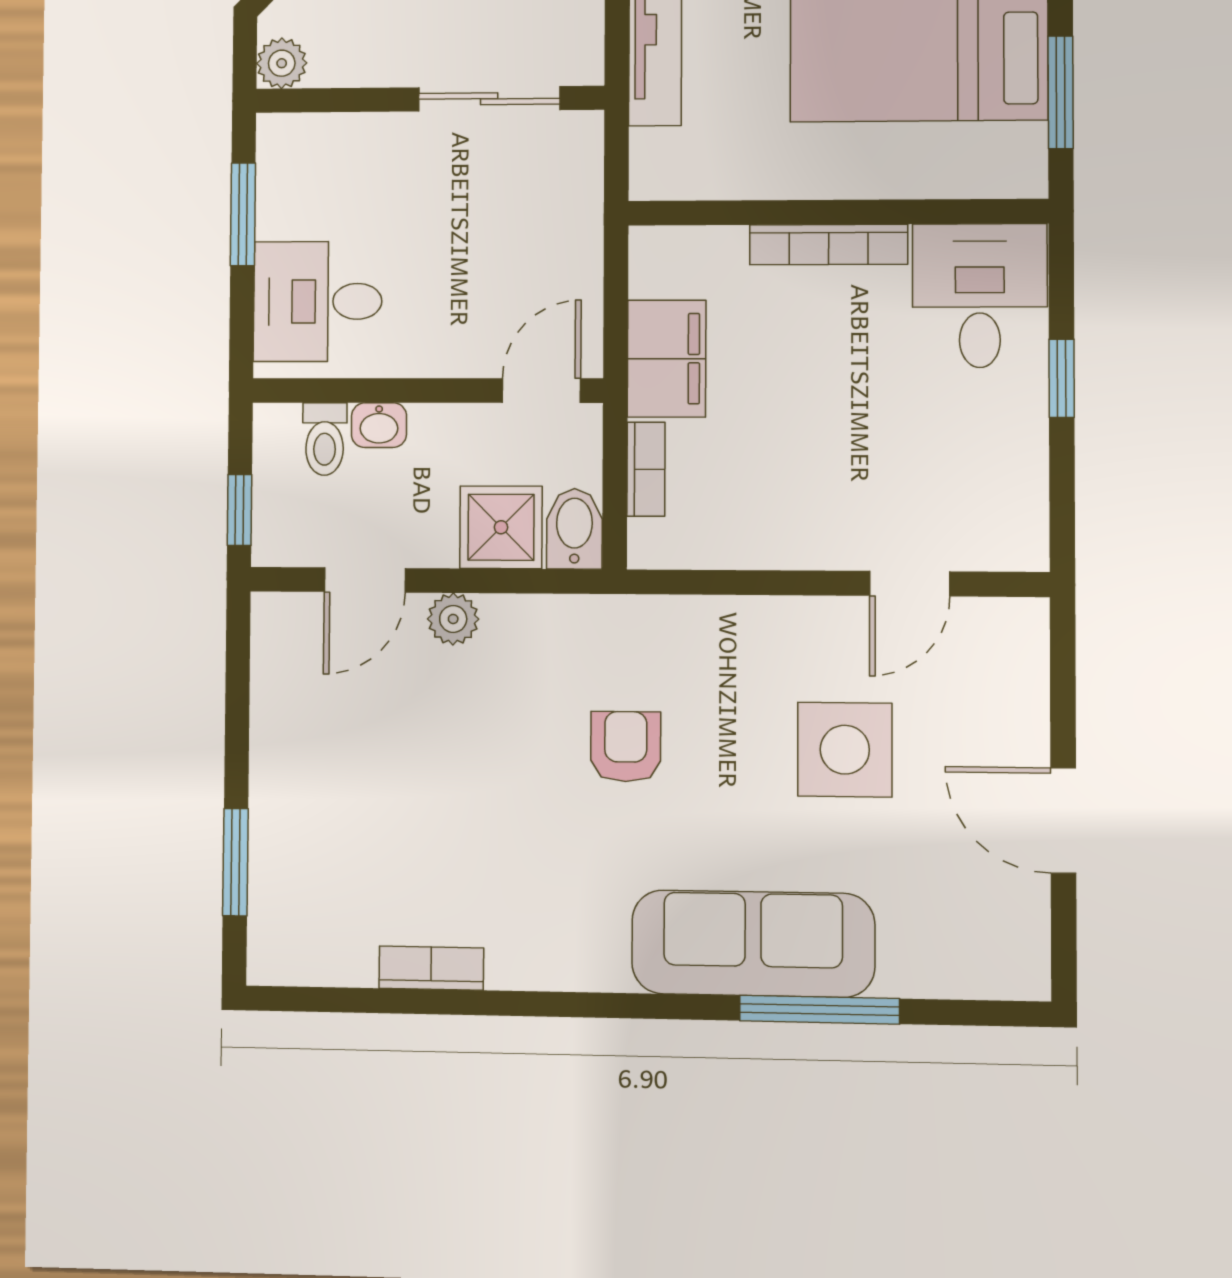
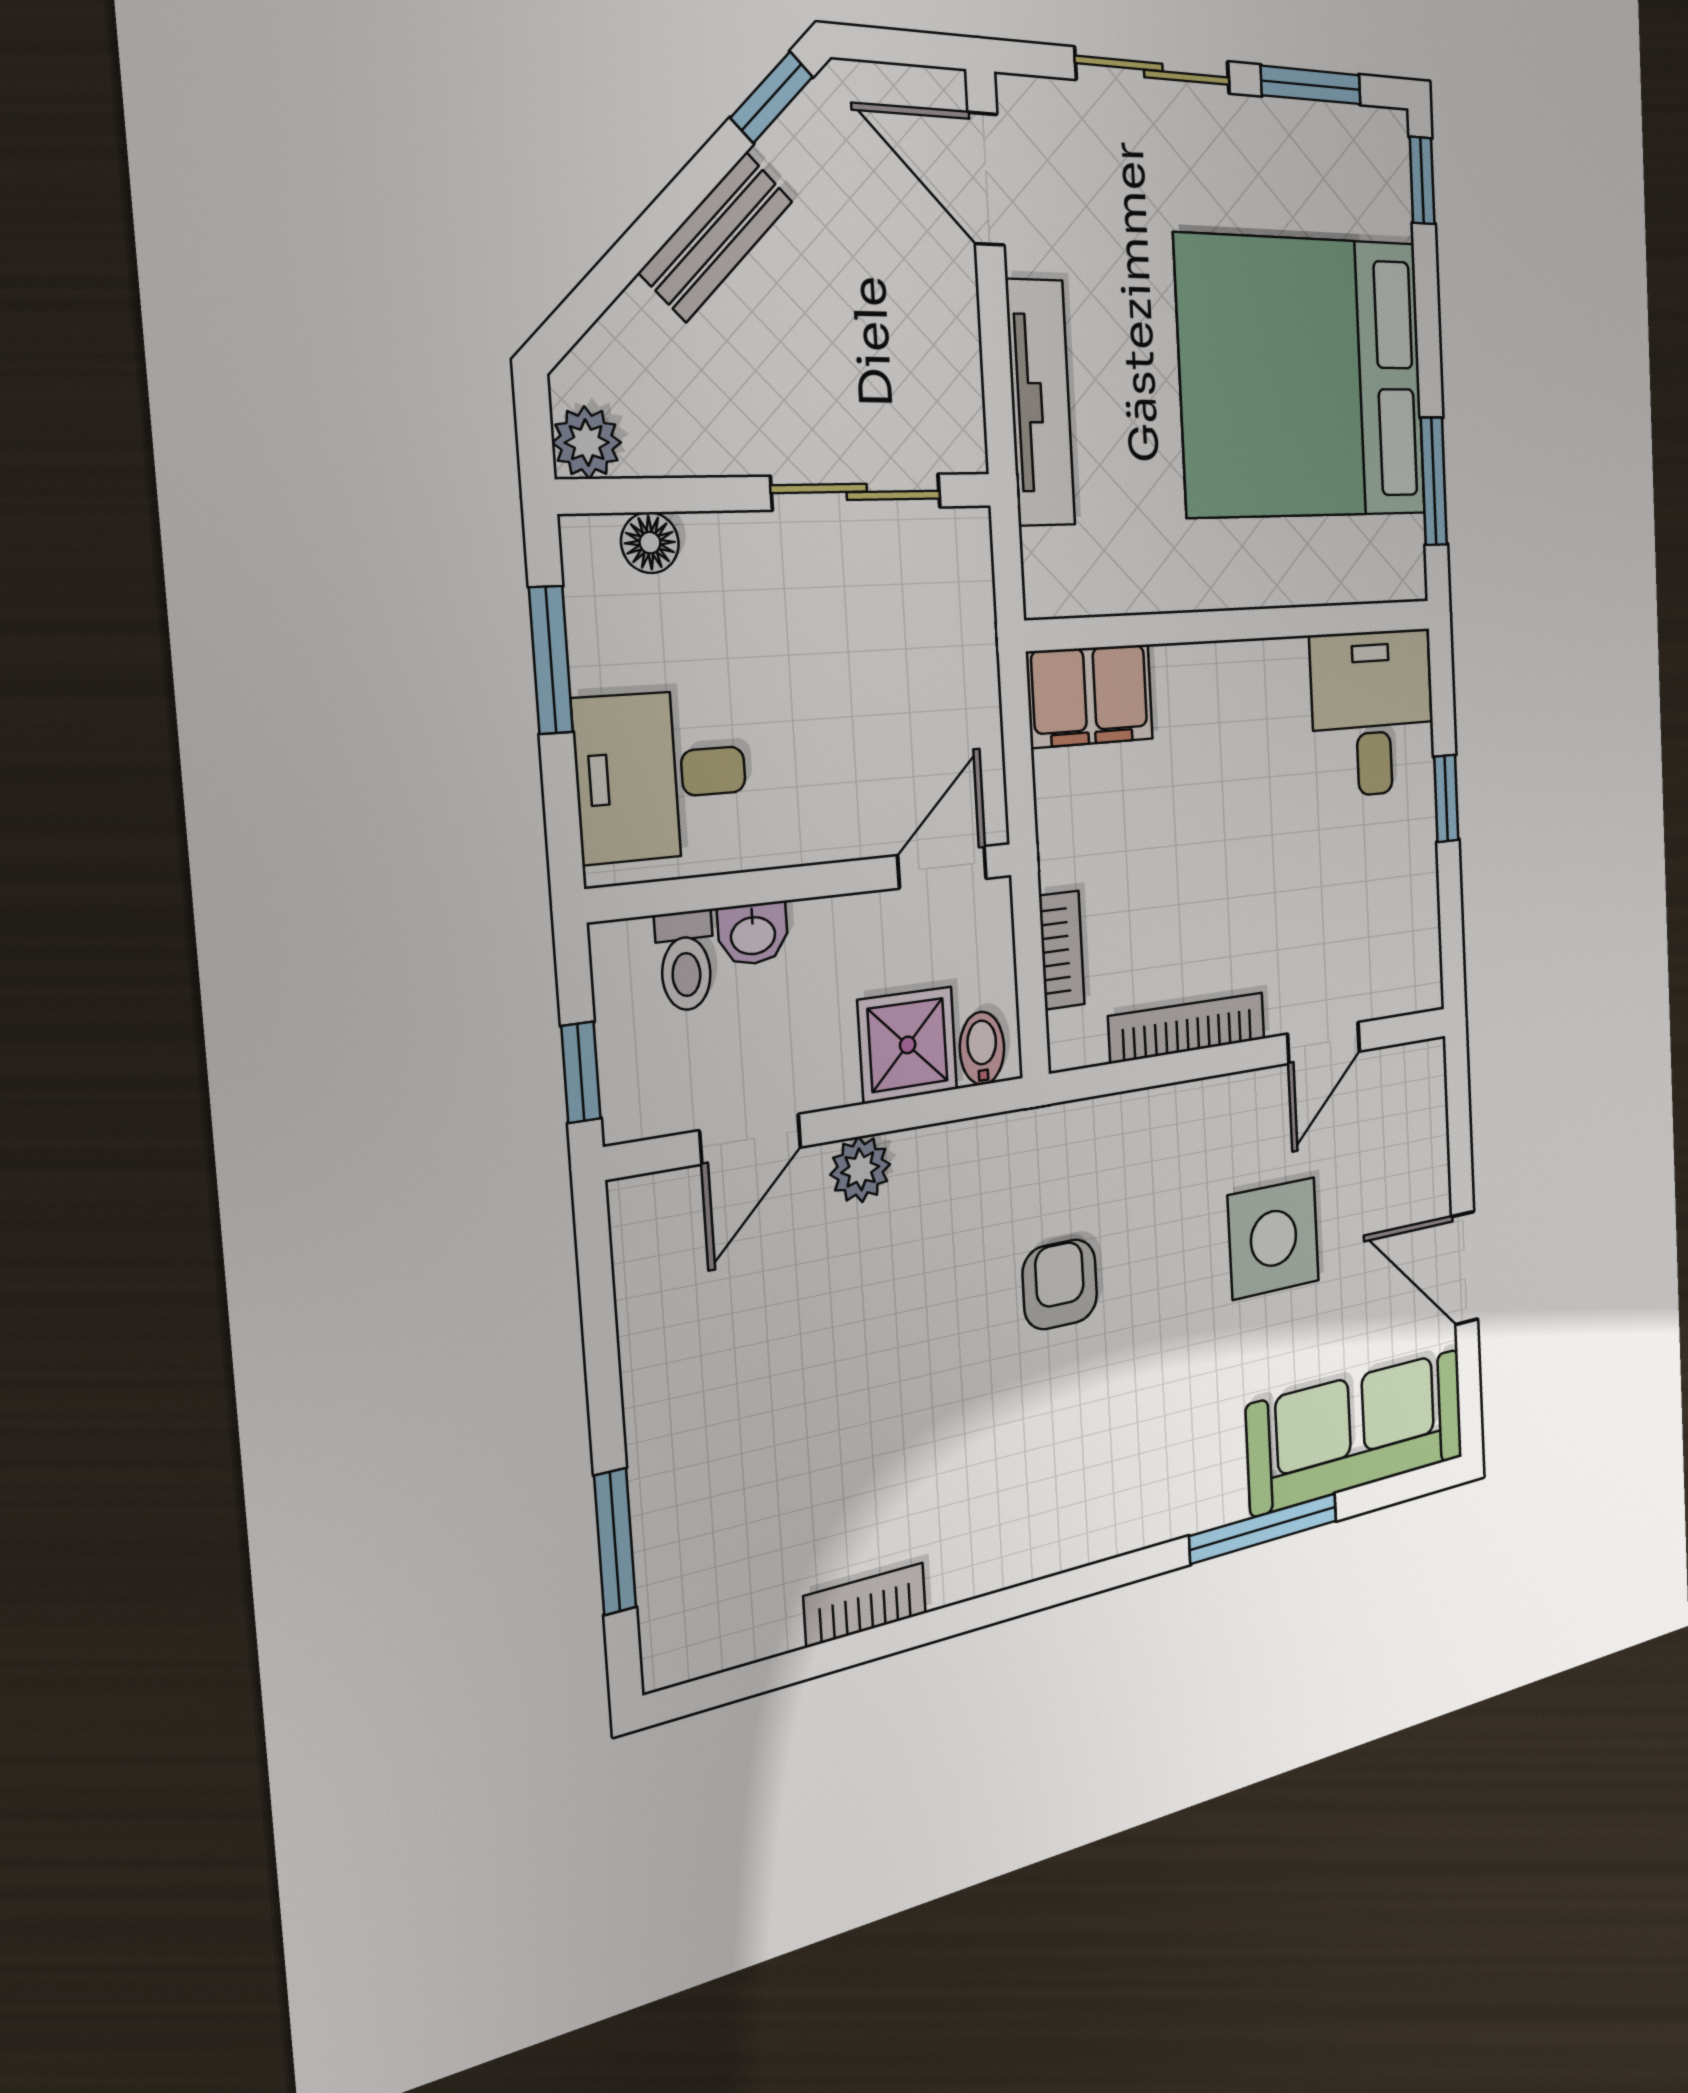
floor lamp: (322, 134) -> (650, 543), added
bookcase: (829, 245) -> (1187, 1028), moved, turned 180
filing cabinet: (667, 359) -> (1090, 696), moved, turned 90
bidet: (574, 529) -> (982, 1048), width x0.72, depth x0.74
sofa: (753, 944) -> (1357, 1431), moved

